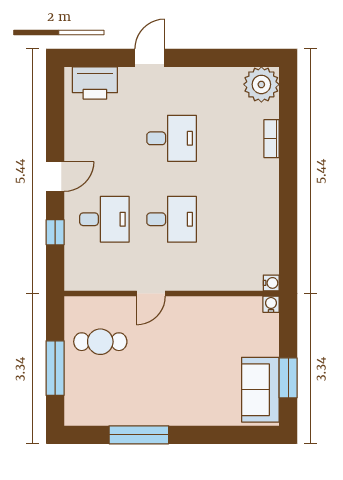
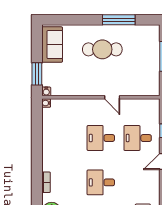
door: (151, 294) -> (112, 97), swing flipped
cafe table: (100, 342) -> (102, 49), moved, width x1.37, depth x1.35
window: (288, 378) -> (37, 74), moved

